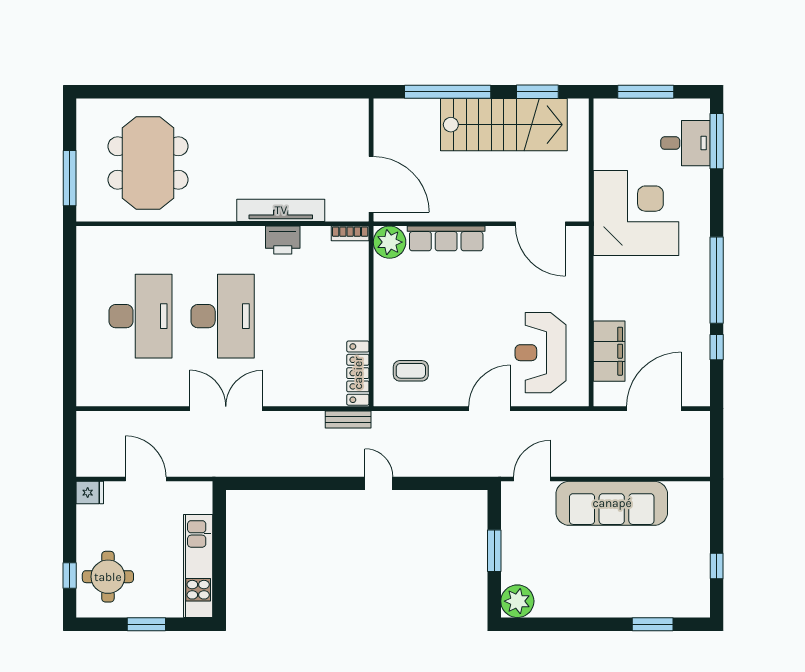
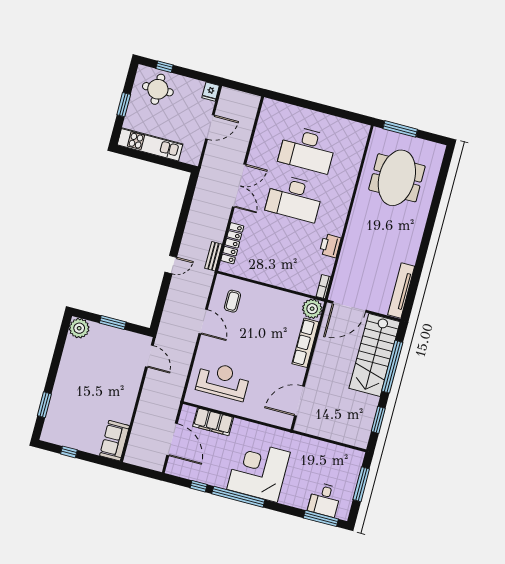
stairs: (504, 125) -> (374, 355), moved
meeting table: (148, 163) -> (397, 178), turned 90
tv unit: (281, 210) -> (401, 291), moved, turned 180
corner desk: (636, 213) -> (259, 471), moved, turned 180
locker: (358, 373) -> (232, 243), moved, turned 90
door: (490, 409) -> (203, 321), moved
sofa: (612, 503) -> (115, 441), moved, width x0.54, depth x0.79

